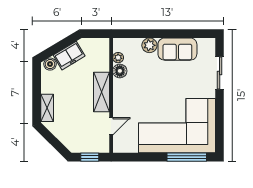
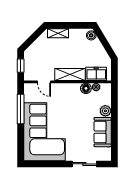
freezer: (69, 56) -> (96, 74), moved, turned 121
window: (187, 157) -> (21, 109), moved

